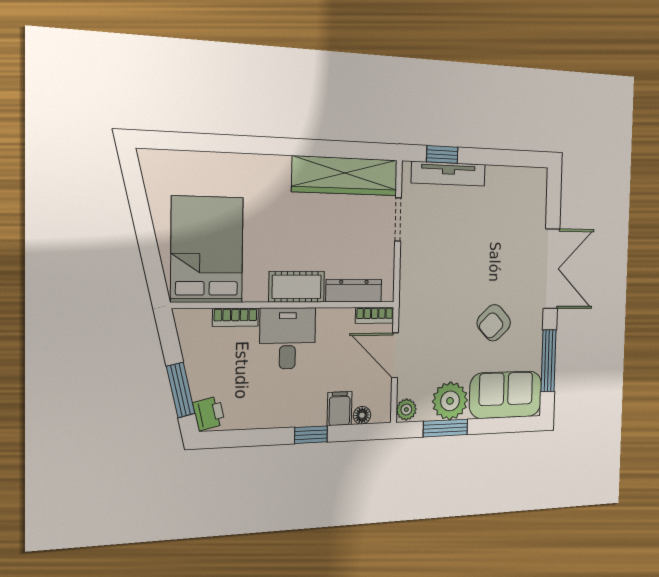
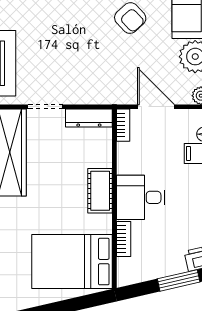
dresser: (354, 291) -> (89, 118), moved, turned -90
door: (395, 355) -> (156, 107), swing flipped

